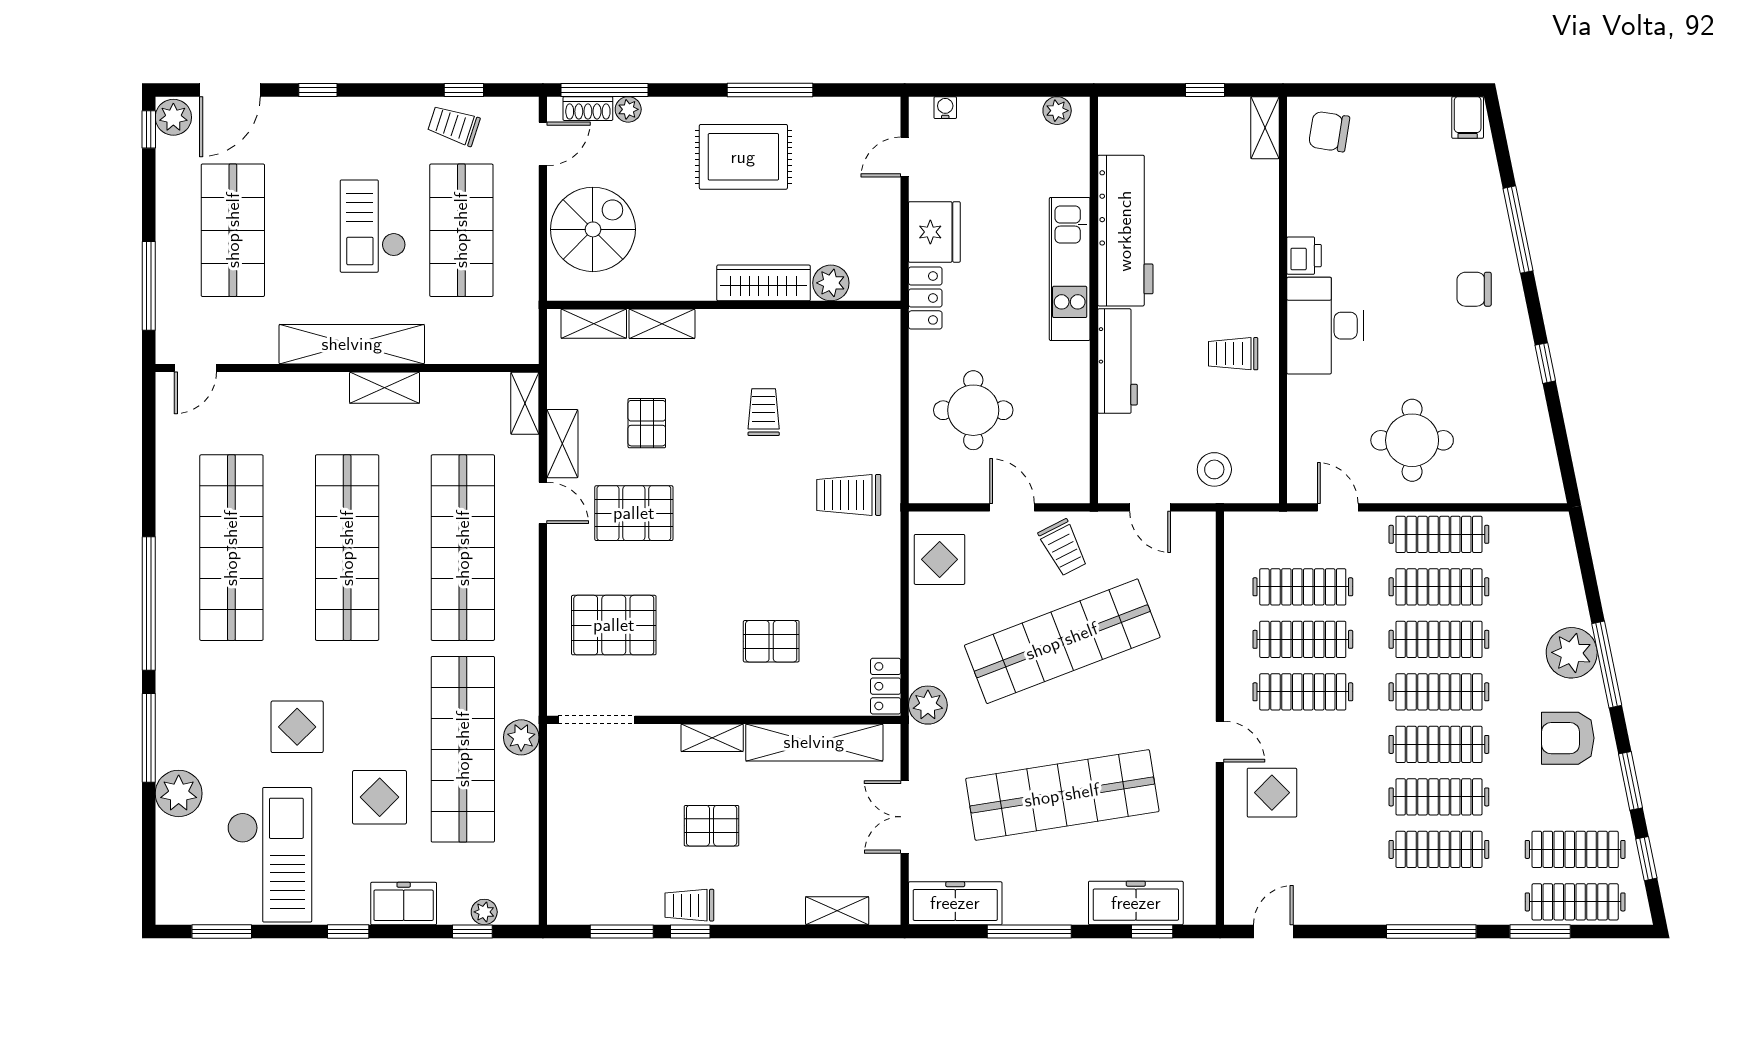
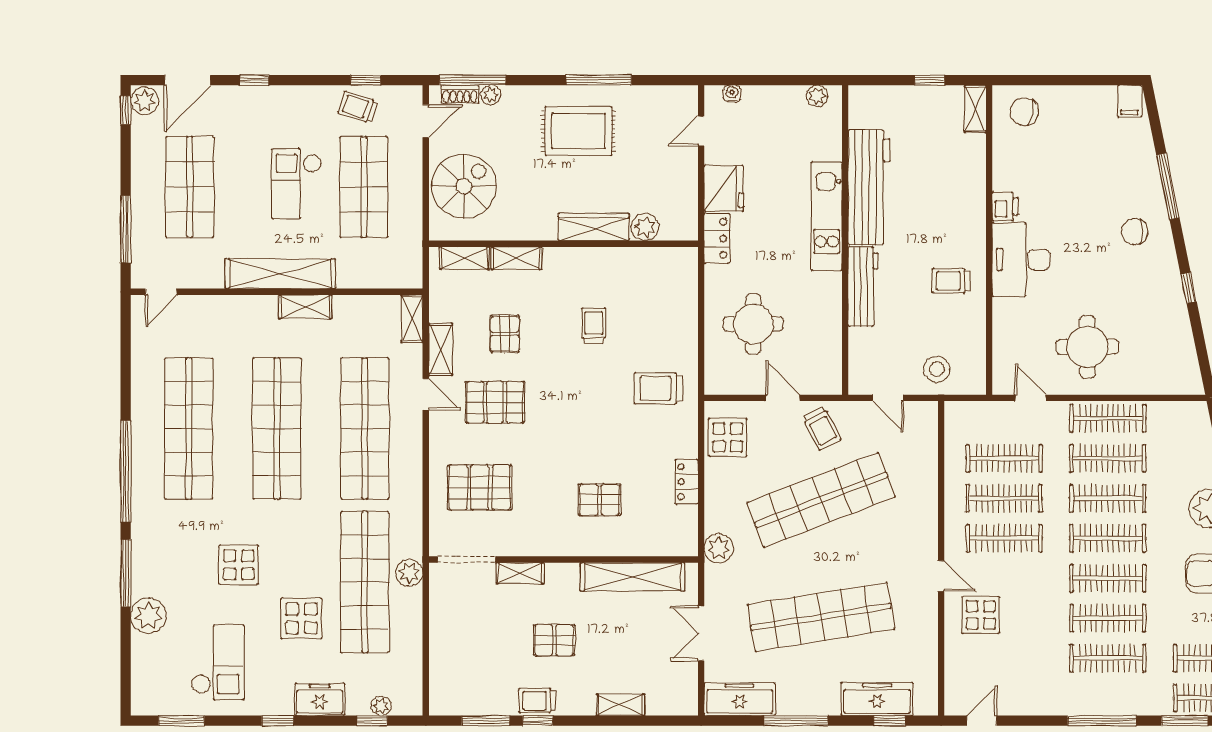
locker: (886, 686) -> (687, 482), moved
shelving: (712, 738) -> (520, 573), moved
checkout: (270, 855) -> (218, 662), width x0.73, depth x0.83
shelving: (837, 911) -> (620, 705), moved

